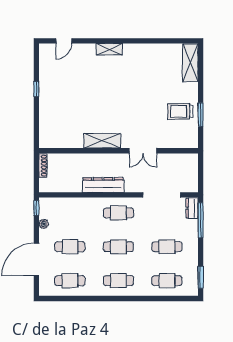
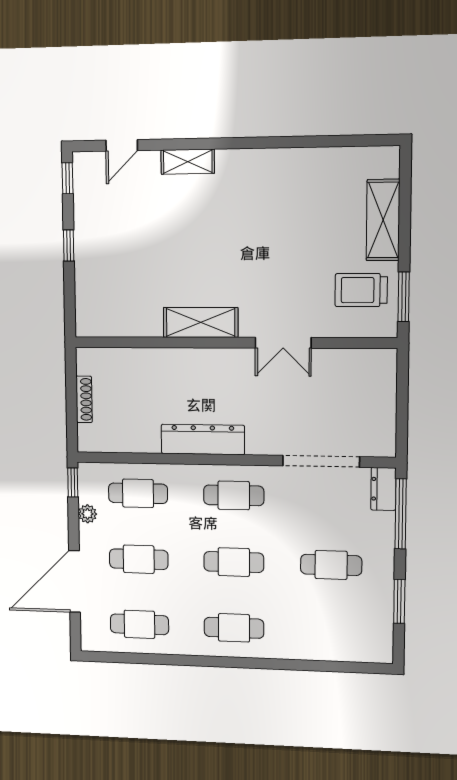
shelving: (109, 49) -> (188, 162), moved
window: (36, 56) -> (68, 178), added
shelving: (190, 63) -> (383, 220), moved
shelving: (102, 141) -> (201, 322), moved
wall: (118, 151) -> (233, 343), moved
double door: (143, 151) -> (283, 343), moved
window: (201, 277) -> (399, 601), moved
cafe table: (167, 281) -> (138, 493), moved

